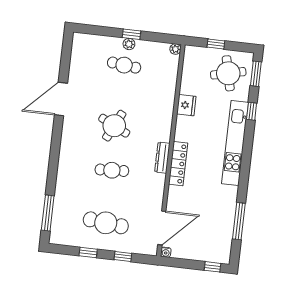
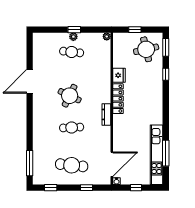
kitchen unit: (235, 143) -> (157, 155), moved
locker: (178, 164) -> (118, 99), moved
window: (88, 252) -> (51, 188), moved
window: (212, 267) -> (136, 188), moved

